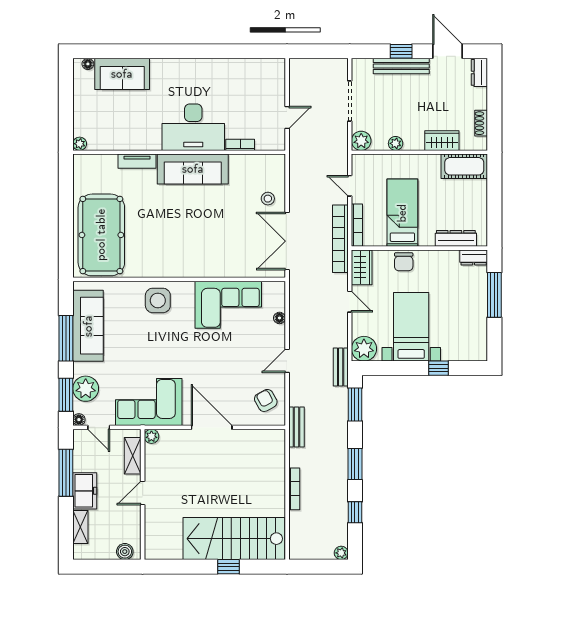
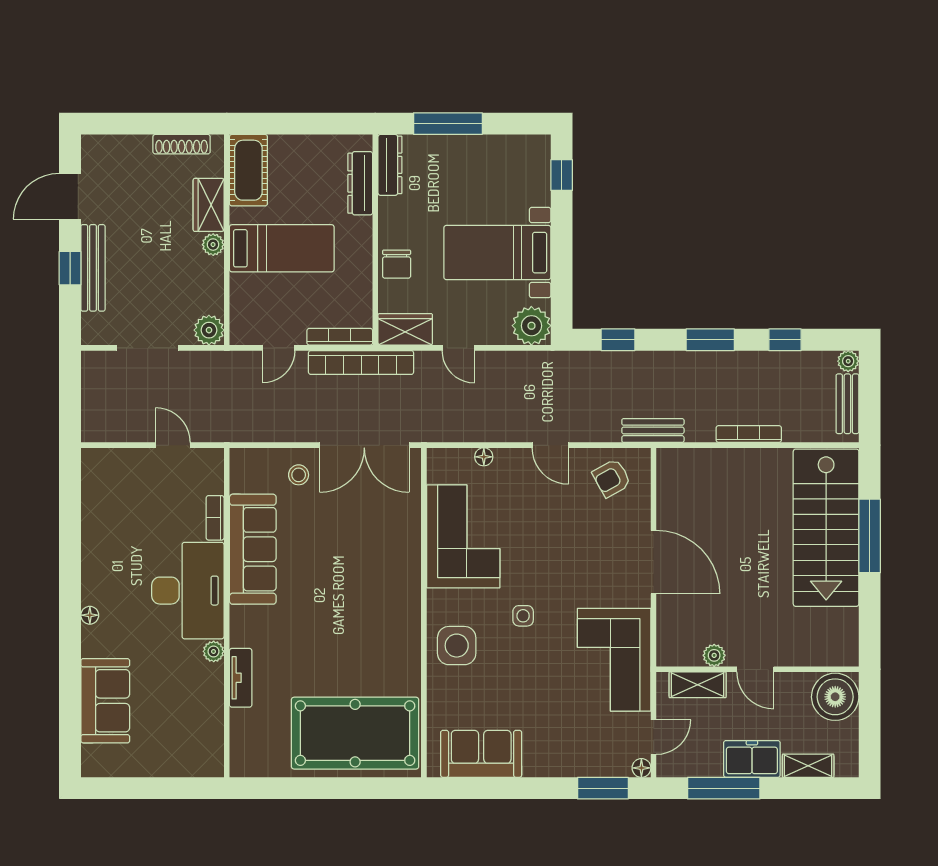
floor lamp: (88, 64) -> (90, 615), moved
dresser: (479, 72) -> (103, 147), removed
shoe rack: (481, 123) -> (182, 144), width x1.43
plant: (396, 143) -> (213, 245), moved
plant: (80, 144) -> (214, 651), moved
sofa: (193, 169) -> (253, 549), moved
bed: (402, 213) -> (282, 248), moved, turned 180
dresser: (474, 257) -> (390, 165), width x1.44
chair: (404, 262) -> (397, 264), turned 90
door: (350, 302) -> (458, 348), swing flipped
sofa: (88, 326) -> (481, 754), width x0.73
window: (66, 338) -> (515, 788), removed
side table: (177, 343) -> (523, 616), added
bench: (341, 367) -> (847, 404), moved, turned 90
window: (438, 368) -> (562, 175), moved
plant: (86, 389) -> (593, 758), removed
window: (355, 405) -> (618, 340), width x0.67
door: (212, 427) -> (654, 562), swing flipped
plant: (151, 436) -> (714, 655), moved
boiler: (125, 552) -> (835, 697), width x1.86, depth x1.86
window: (228, 567) -> (870, 536), width x2.17

